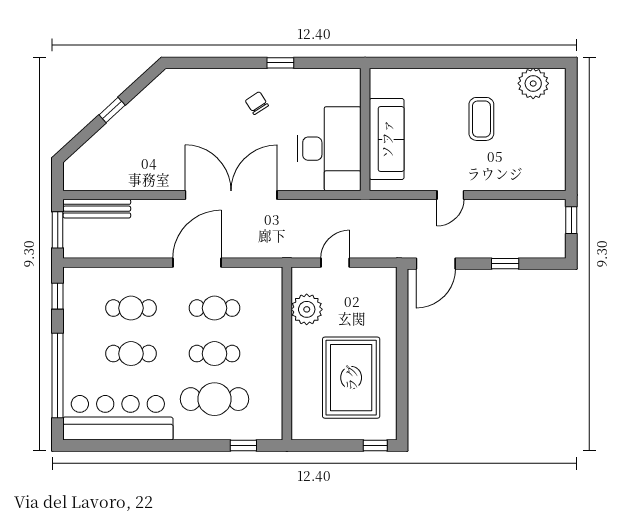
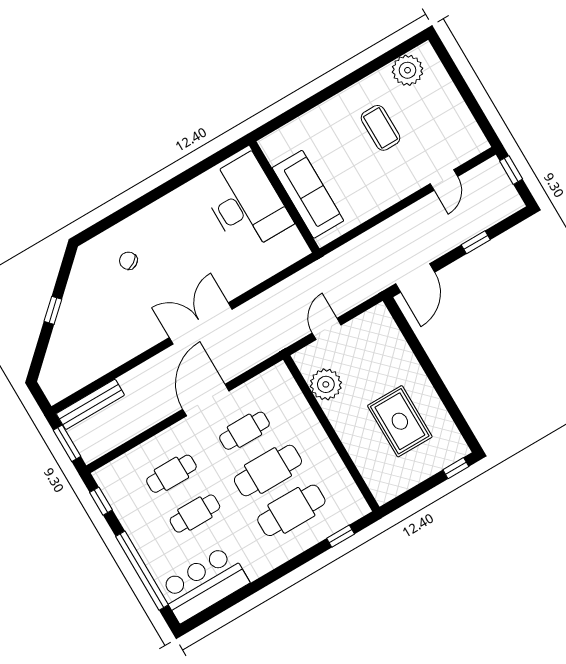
window: (280, 63) -> (176, 182), removed
chair: (257, 103) -> (128, 261), moved
desk: (329, 149) -> (246, 203), moved
double door: (231, 195) -> (201, 323), width x0.73
door: (450, 195) -> (444, 180), moved
cafe table: (215, 354) -> (268, 471), width x1.37, depth x1.35
rug: (351, 378) -> (400, 421), width x0.73, depth x0.69
bar counter: (118, 418) -> (204, 584), width x0.73

